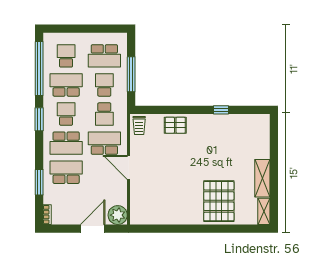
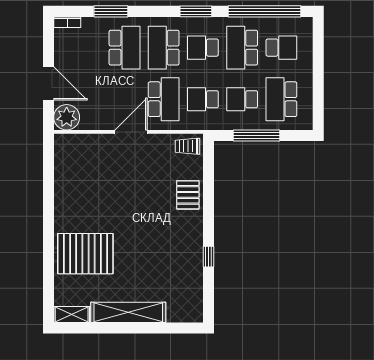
school desk: (66, 85) -> (242, 48), turned 180
school desk: (104, 85) -> (242, 99), turned 180
school desk: (66, 114) -> (203, 48), turned 180
shelving: (262, 178) -> (128, 312), width x1.47

